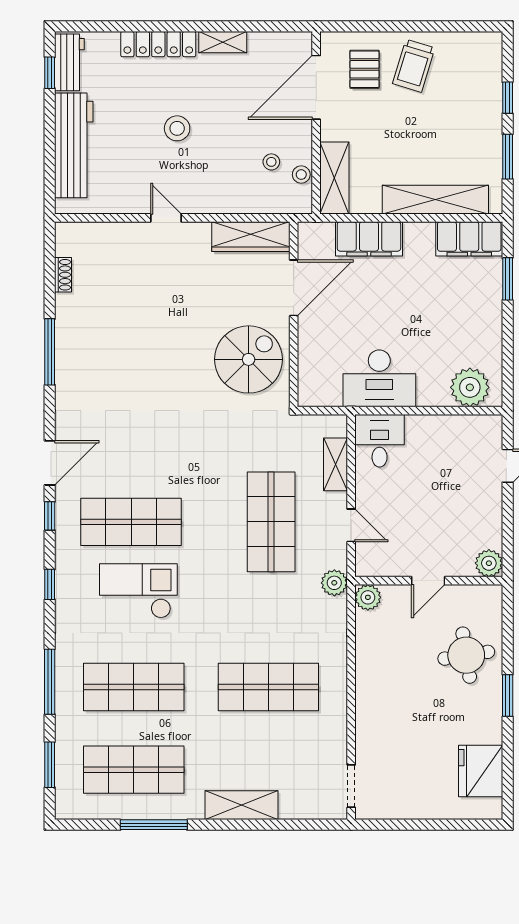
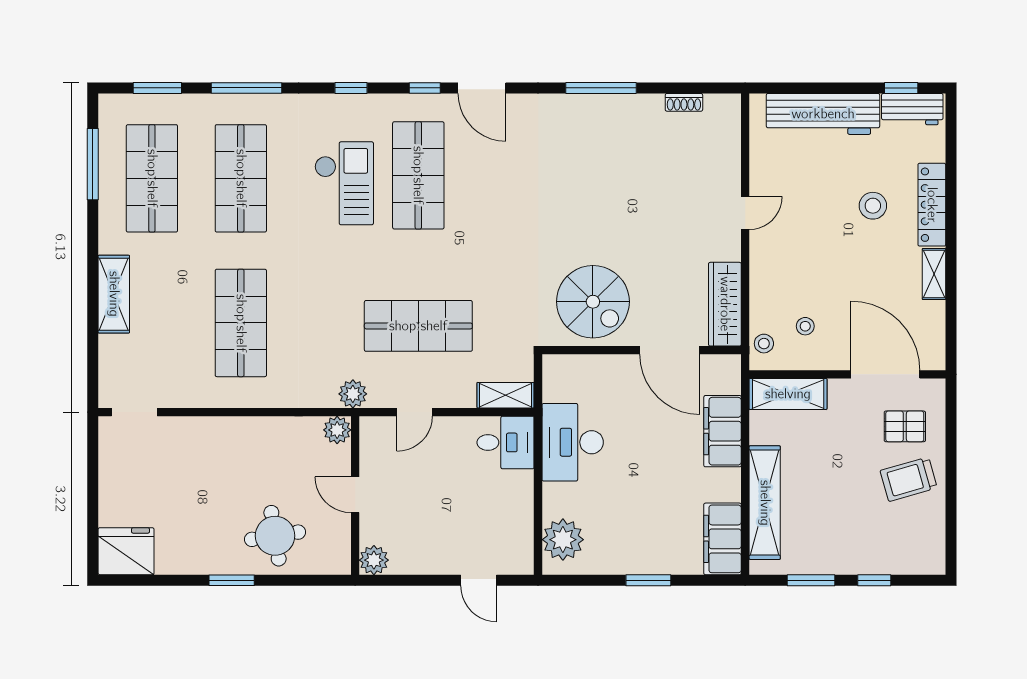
trolley: (414, 66) -> (909, 479), turned -33
stool: (177, 128) -> (873, 206), moved
stool: (301, 175) -> (764, 344), moved
window: (508, 279) -> (648, 580), moved
shelving: (336, 464) -> (506, 395), moved
fridge: (481, 771) -> (126, 551), moved
window: (154, 825) -> (93, 164), moved

